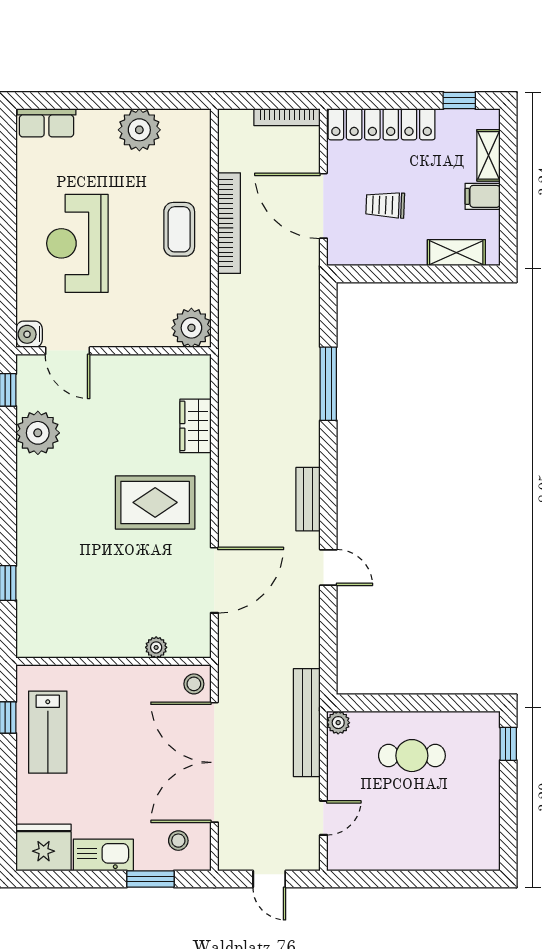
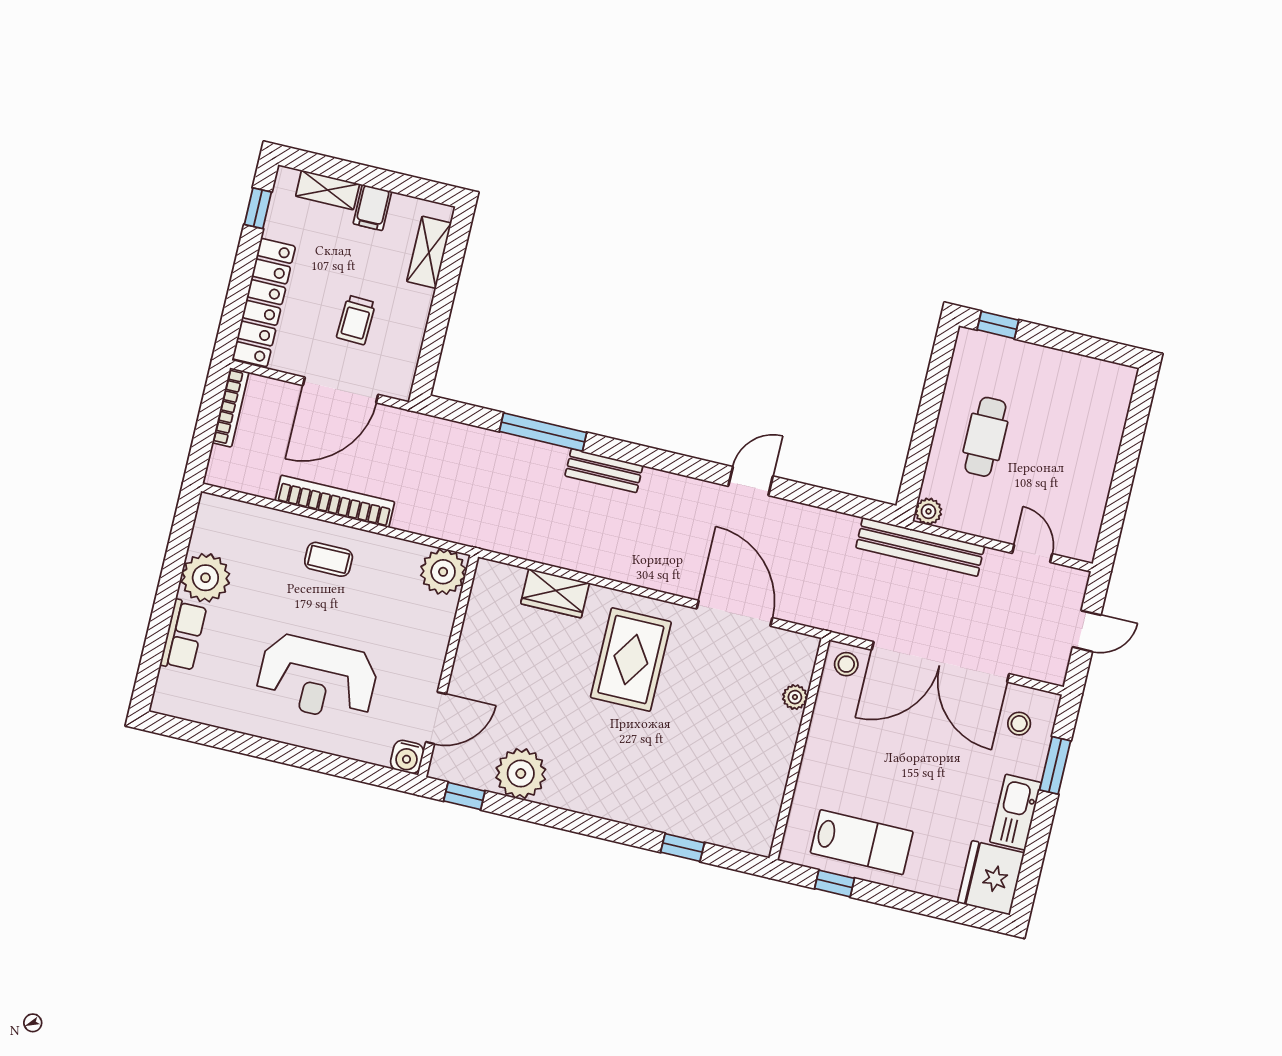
row of seats: (46, 123) -> (183, 635), moved
coffee table: (179, 229) -> (329, 559), width x0.73, depth x0.77
bench: (308, 499) -> (604, 471), moved

